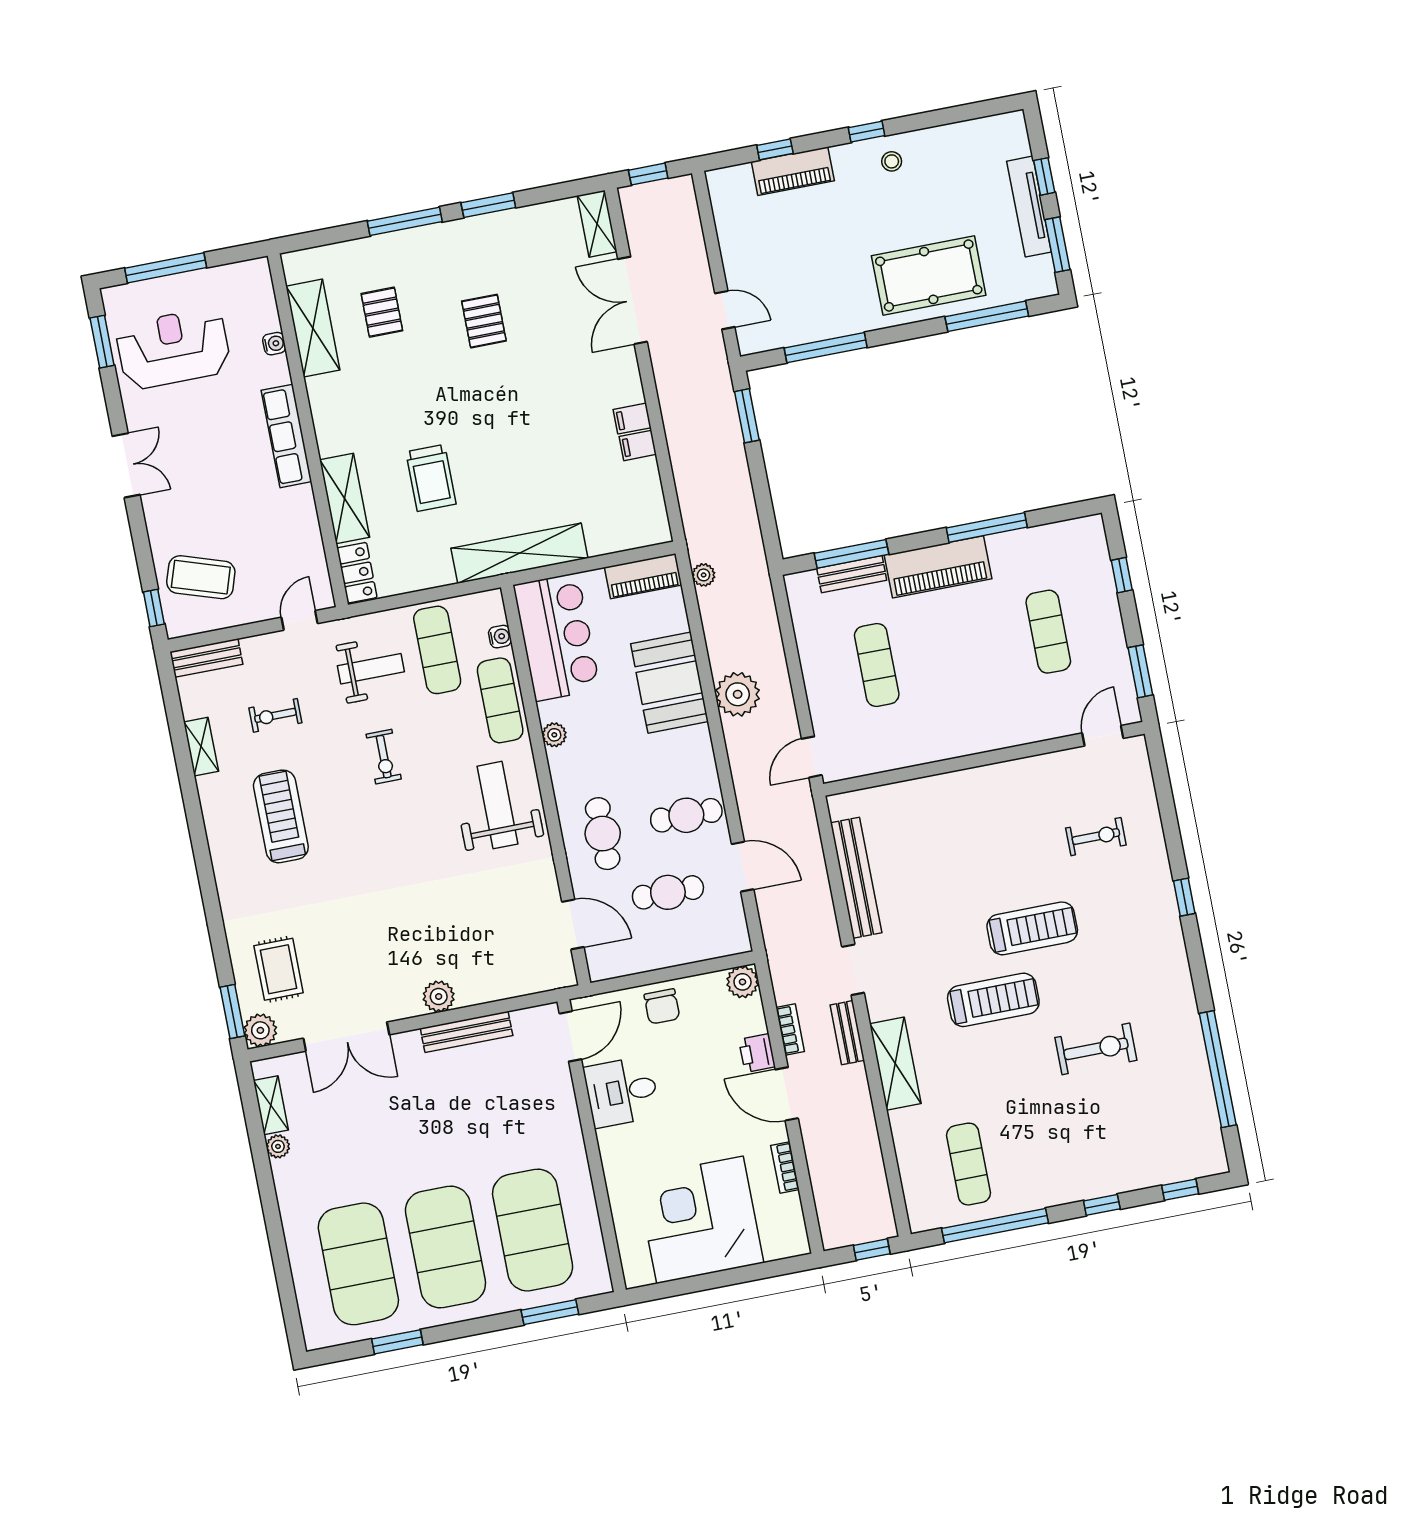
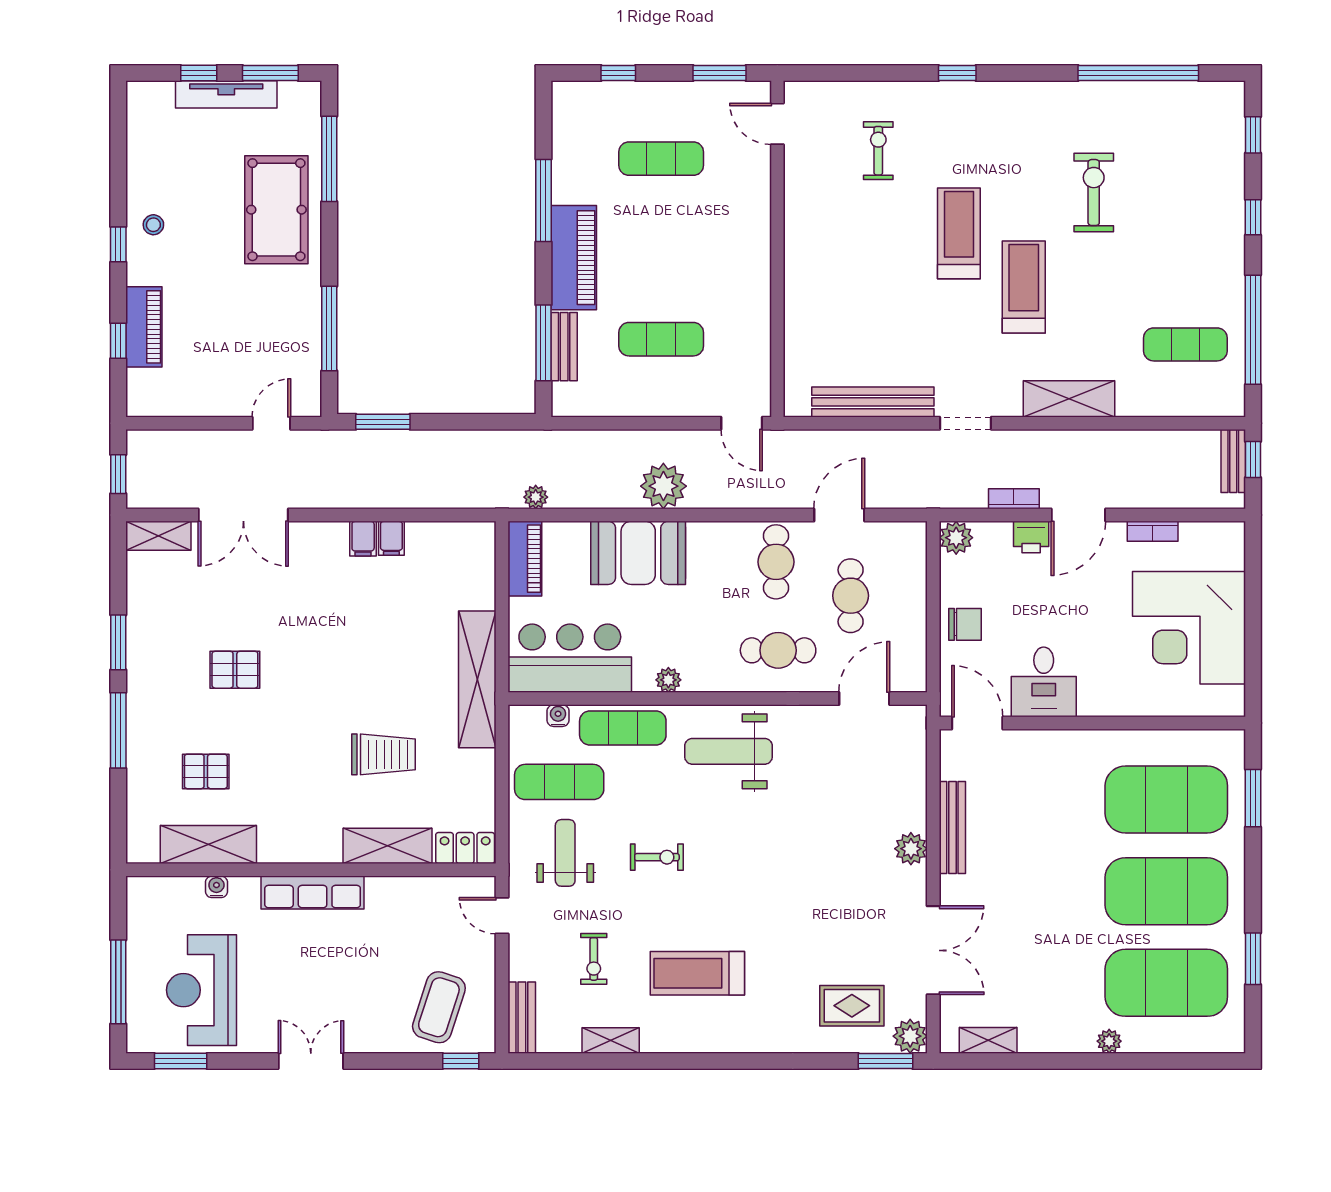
bench: (847, 1033) -> (1233, 461), moved, turned 90
plant: (278, 1146) -> (1109, 1041), moved

